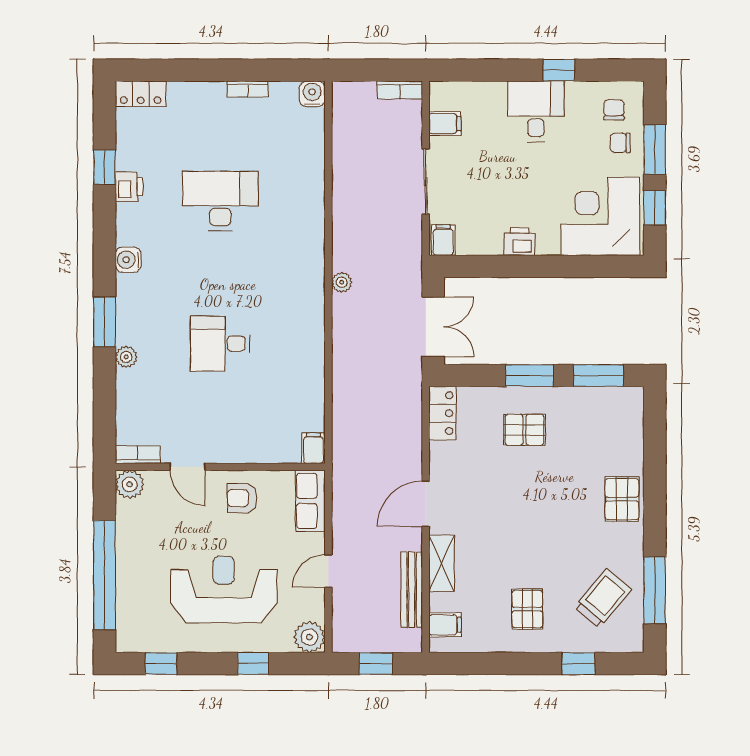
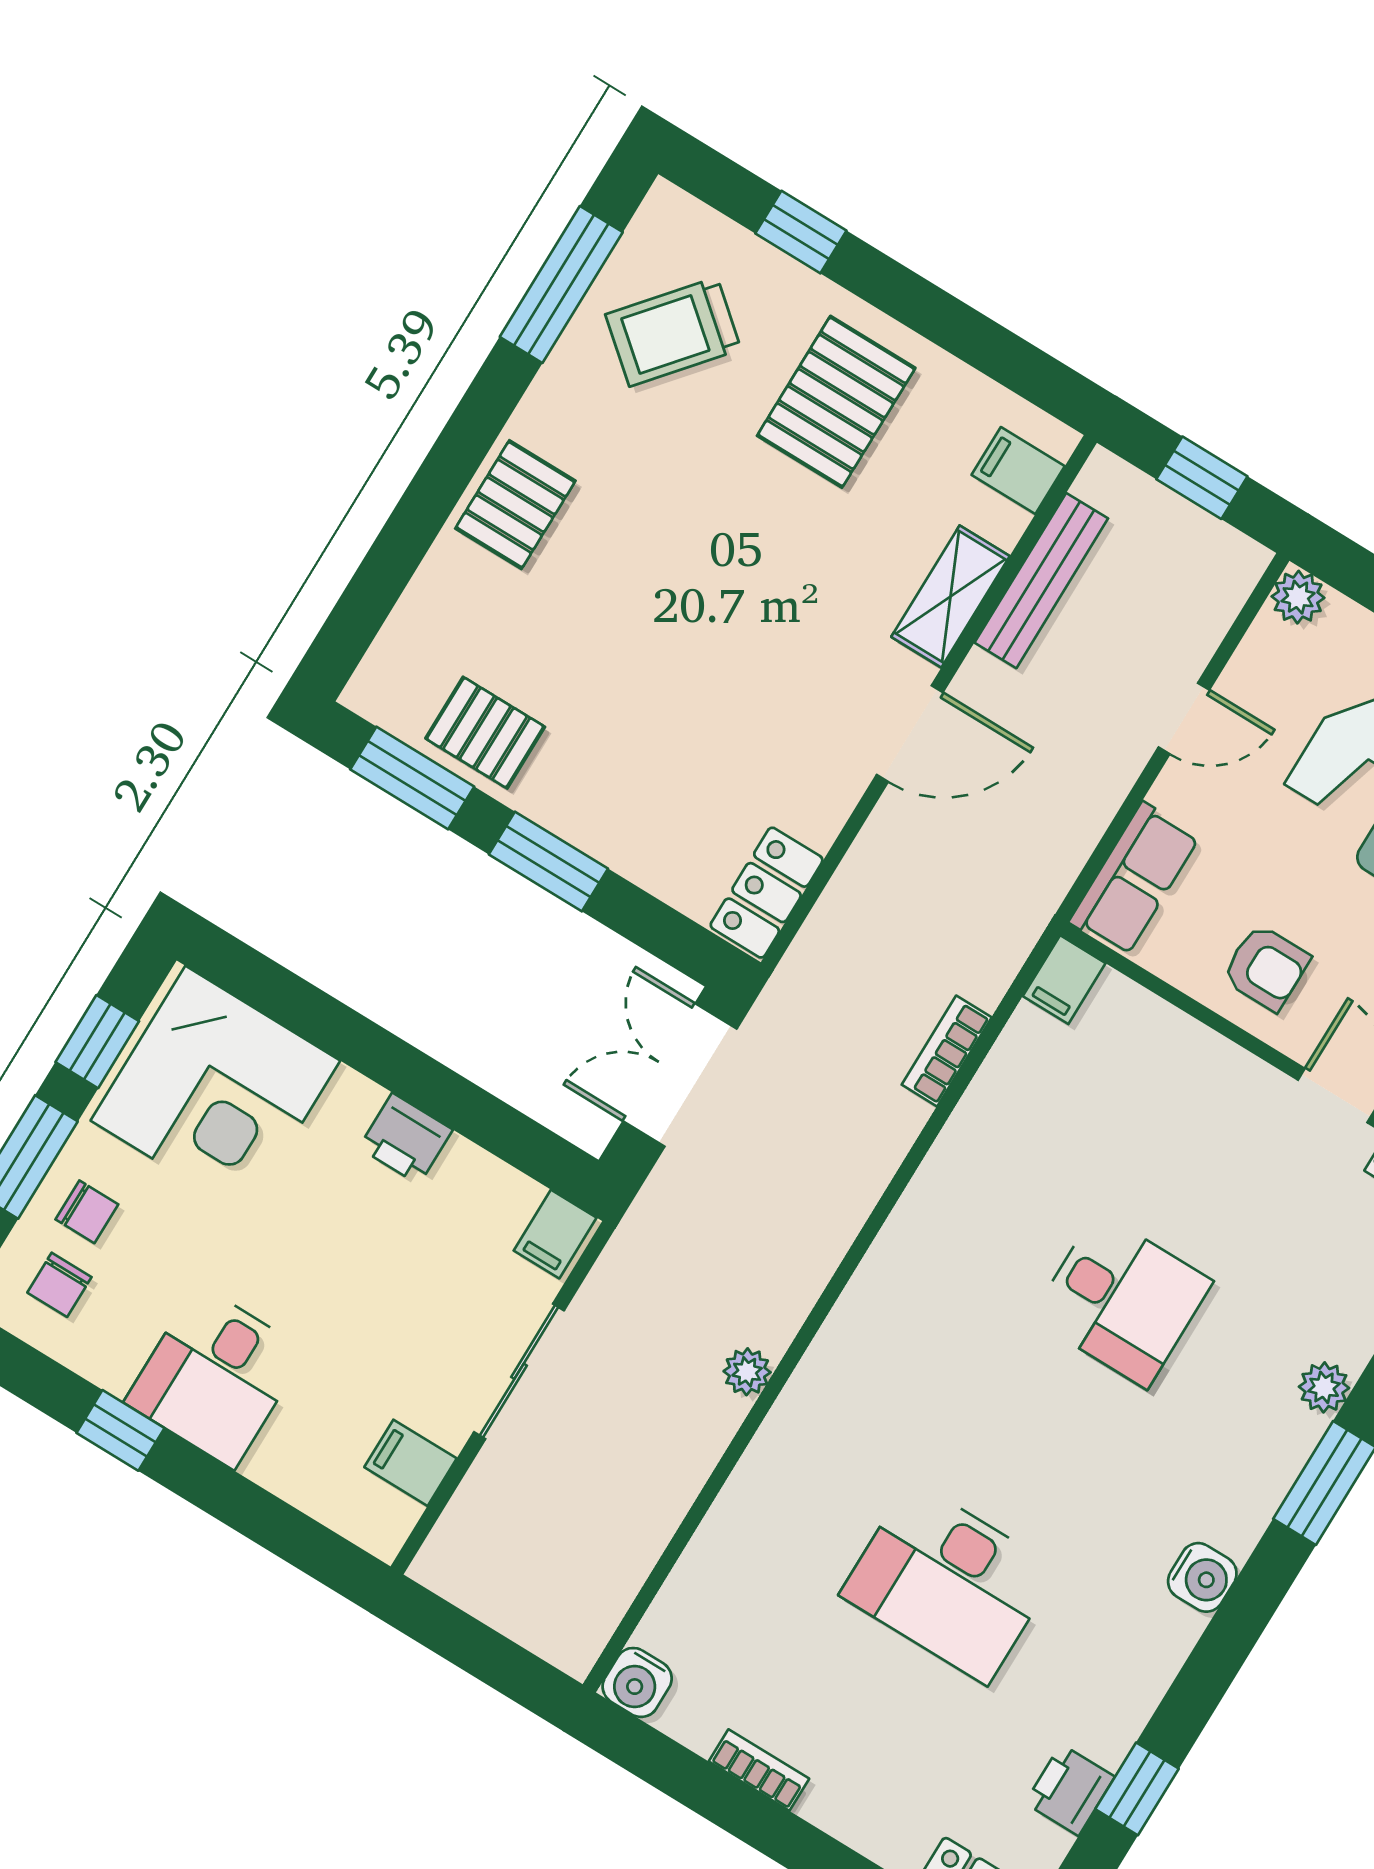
bookcase: (400, 90) -> (947, 1051), moved, turned -90
printer: (129, 187) -> (1070, 1790), moved
plant: (342, 282) -> (747, 1372), moved
pallet: (524, 430) -> (485, 733), moved
pallet: (527, 609) -> (836, 402), width x1.50, depth x1.42
plant: (309, 637) -> (1298, 597), width x0.73, depth x0.73

